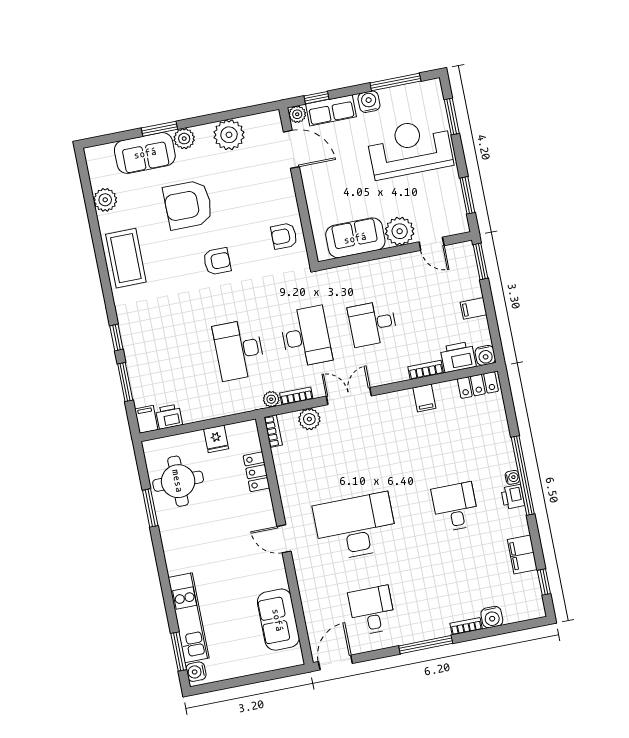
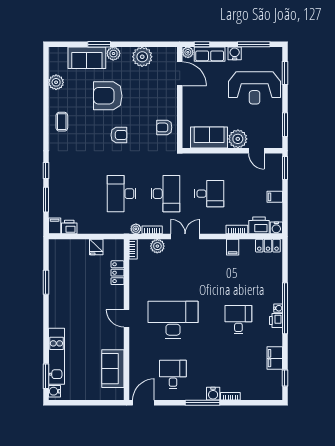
reception desk: (410, 148) -> (255, 88), turned 180
coffee table: (126, 258) -> (62, 122), width x0.54, depth x0.58
desk: (373, 323) -> (209, 194), turned 180
round table: (178, 481) -> (67, 269), removed
water cooler: (492, 617) -> (213, 394), moved

